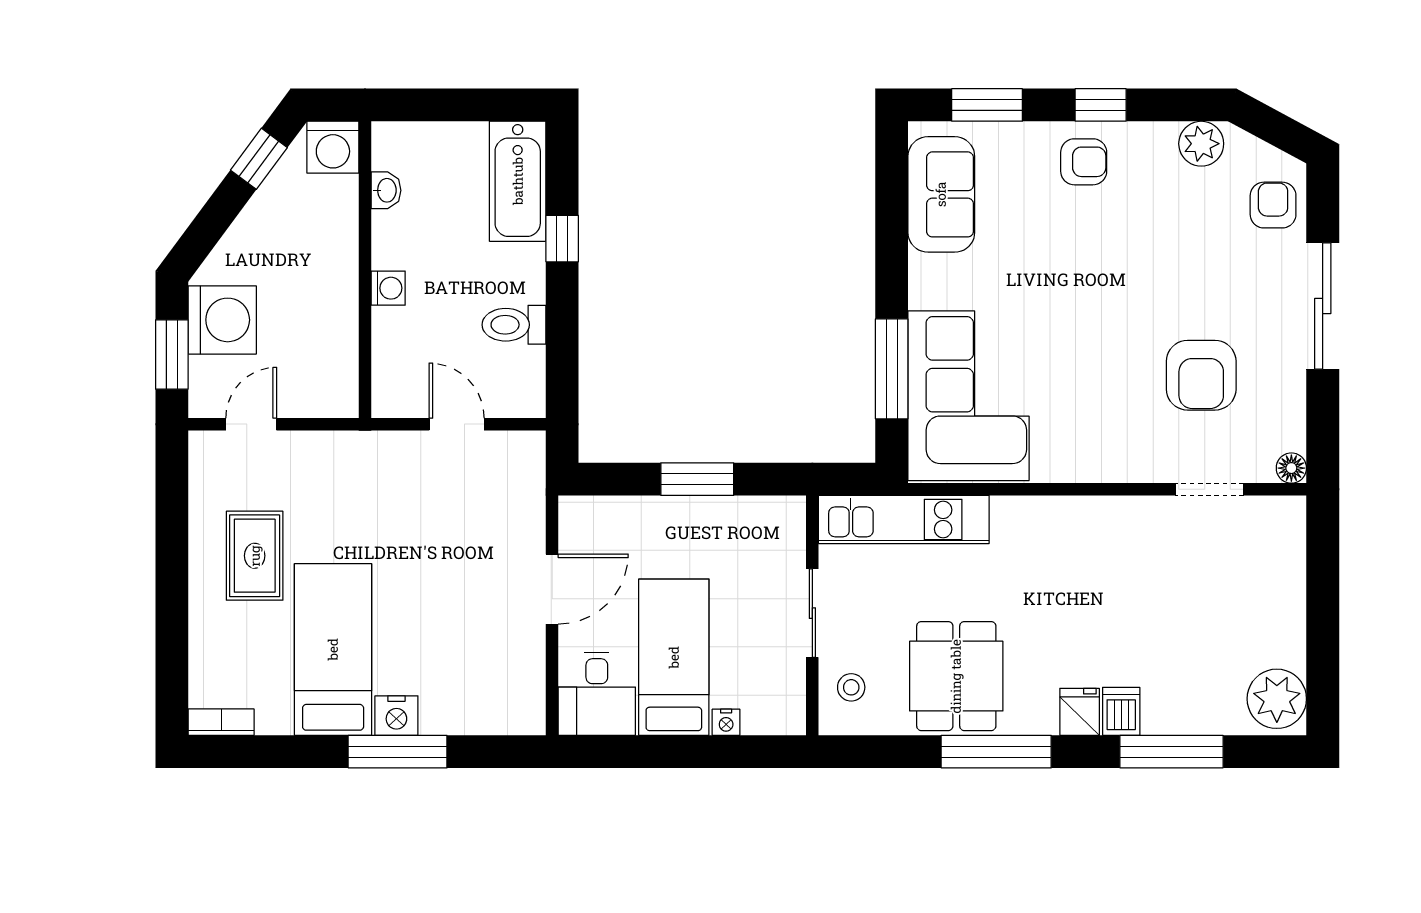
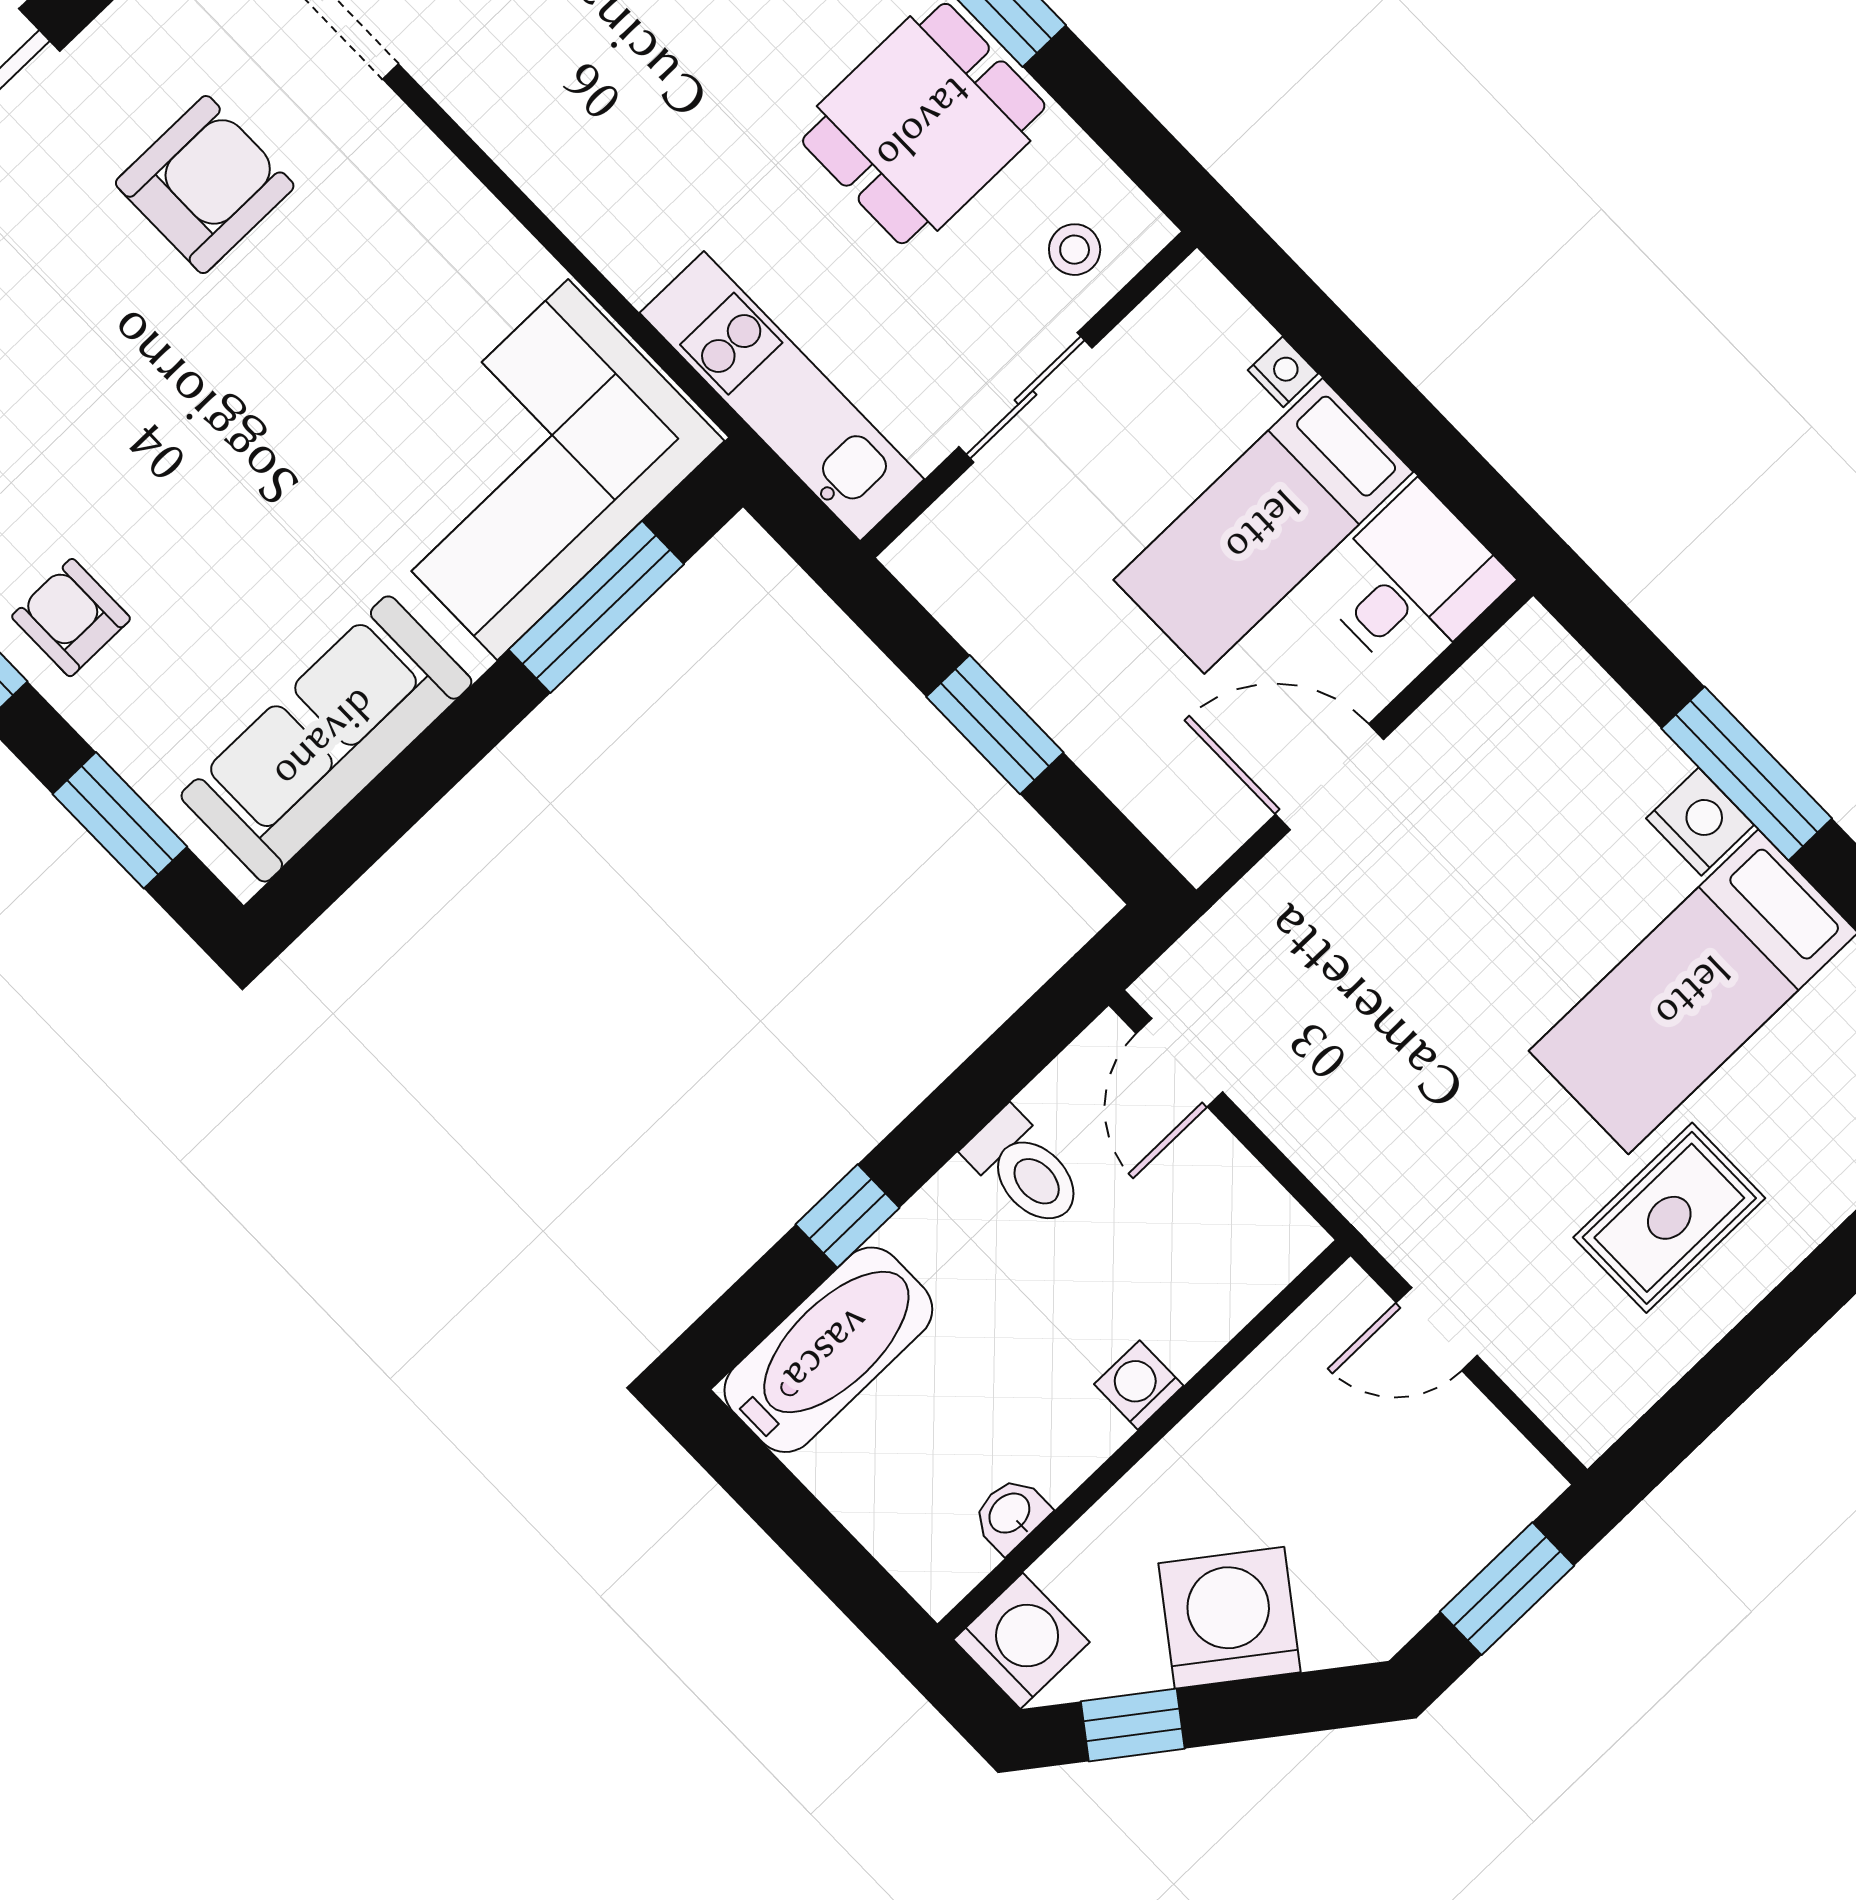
sofa: (941, 194) -> (326, 739), width x1.36
washing machine: (222, 320) -> (1230, 1618), moved, turned 37
door: (251, 424) -> (1437, 1329), moved
door: (457, 424) -> (1179, 1063), moved

